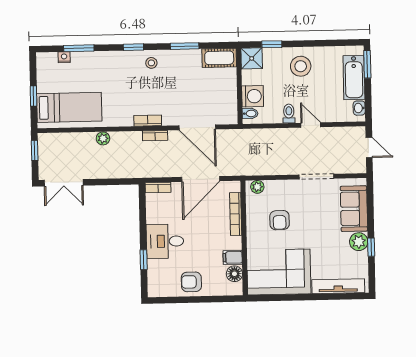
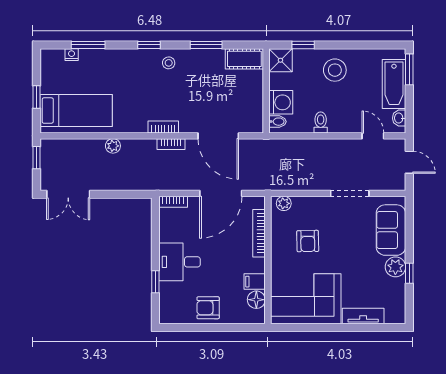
door: (311, 125) -> (373, 136), moved
tv unit: (338, 286) -> (363, 316), width x0.71

